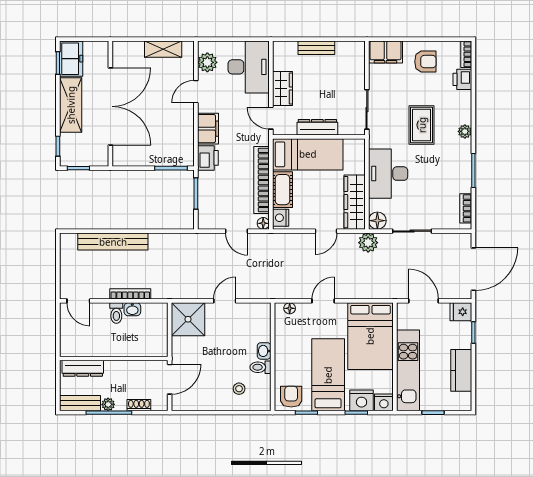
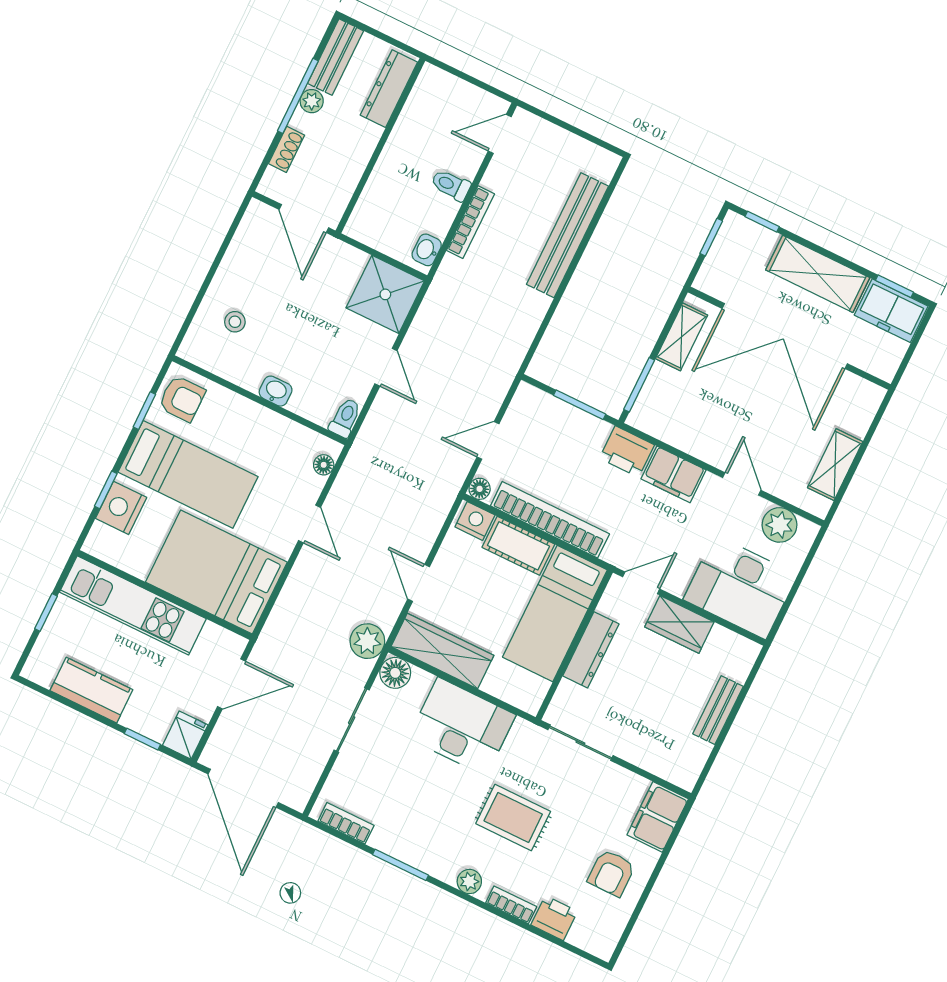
bookcase: (466, 54) -> (511, 905), moved
shelving: (136, 159) -> (682, 337), added
washbasin: (132, 309) -> (427, 250), moved
toilet: (260, 367) -> (345, 418), moved
nightstand: (384, 402) -> (101, 542), removed

